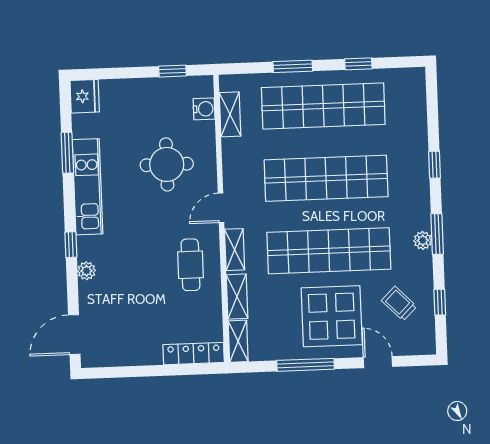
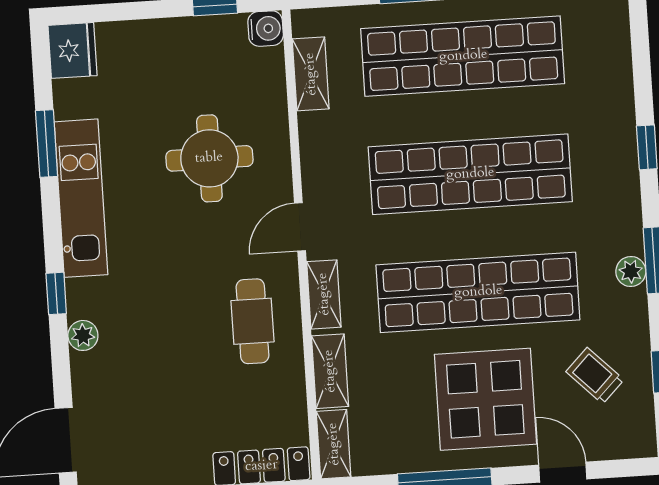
water cooler: (204, 109) -> (266, 29), moved

